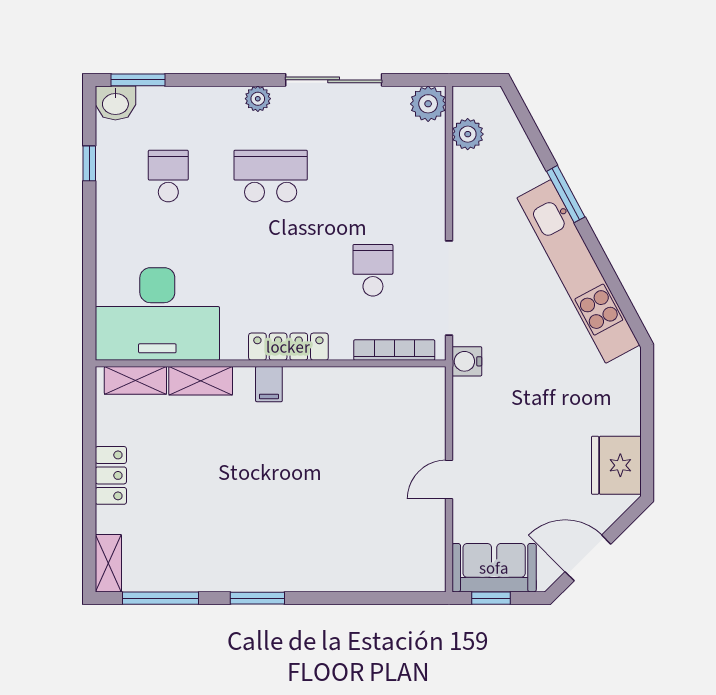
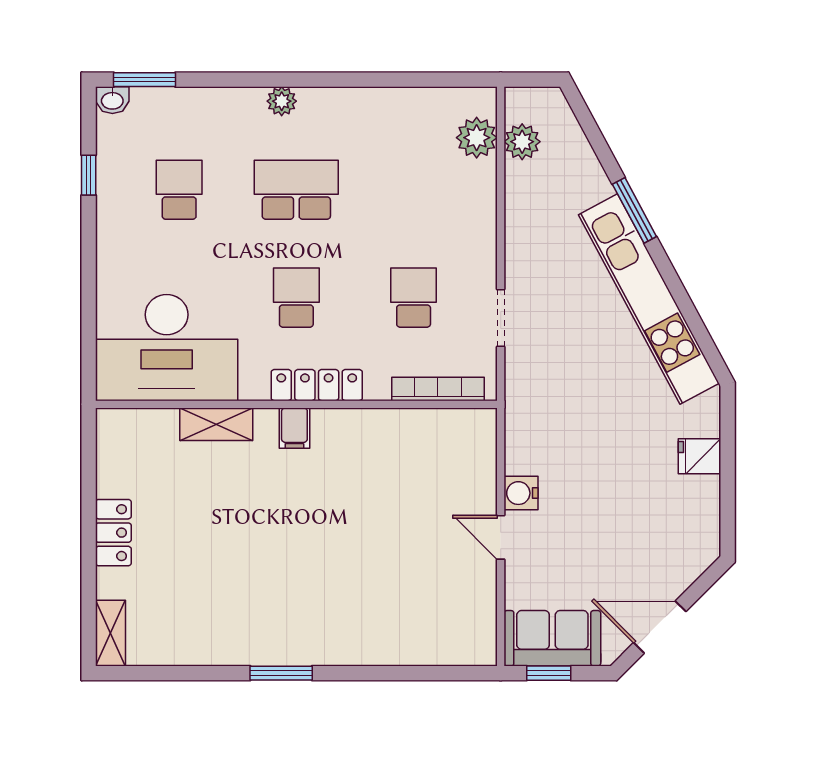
sliding door: (334, 80) -> (369, 80), removed
washbasin: (115, 103) -> (112, 100), width x0.72, depth x0.69
plant: (428, 104) -> (477, 138), moved
school desk: (271, 270) -> (296, 298), added
doorway: (449, 288) -> (501, 318), width x0.53
water cooler: (467, 361) -> (521, 493), moved
shelving: (135, 380) -> (142, 424), removed
fridge: (616, 465) -> (699, 456), moved, width x0.53, depth x0.75
door: (449, 480) -> (501, 537), hinge flipped
window: (161, 598) -> (170, 673), removed

